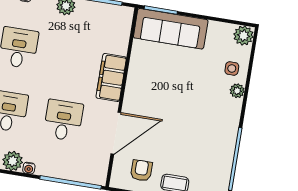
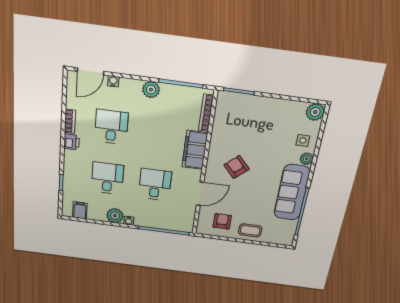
sofa: (171, 29) -> (292, 192), moved, turned 90
bookcase: (125, 34) -> (206, 113), added
armchair: (158, 99) -> (237, 167), added
door: (116, 133) -> (200, 194), width x0.73

